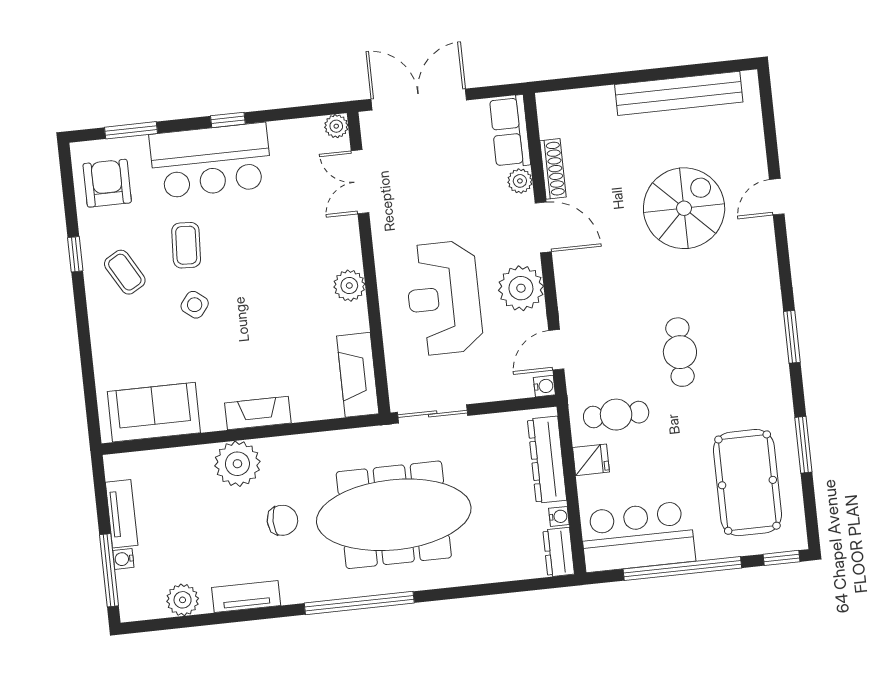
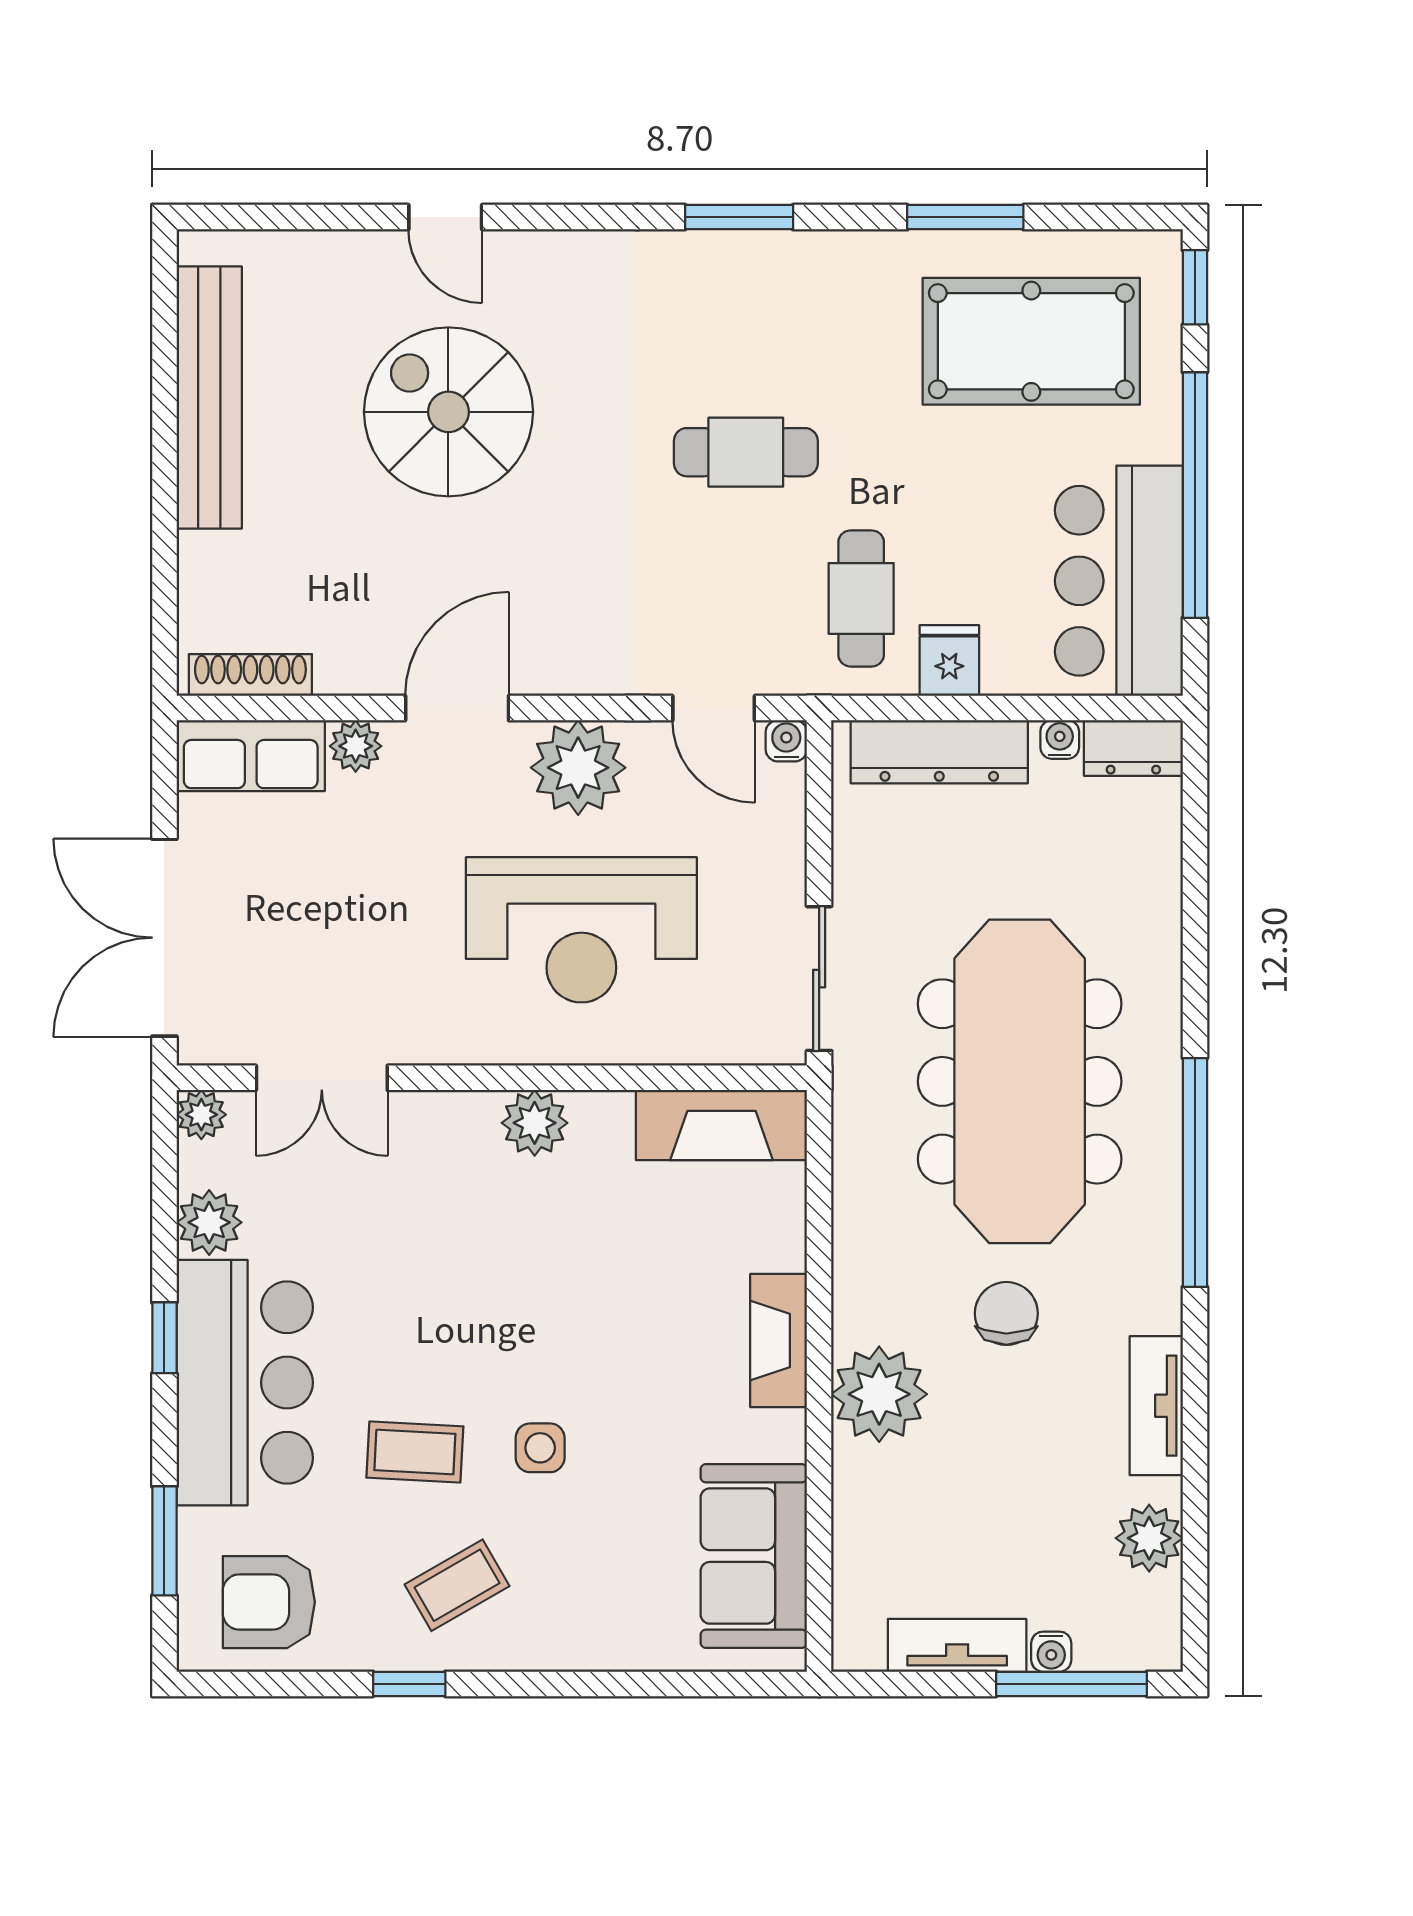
plant: (285, 135) -> (209, 1222), added
shoe rack: (553, 169) -> (250, 675), moved
side table: (195, 305) -> (540, 1448), turned -38

